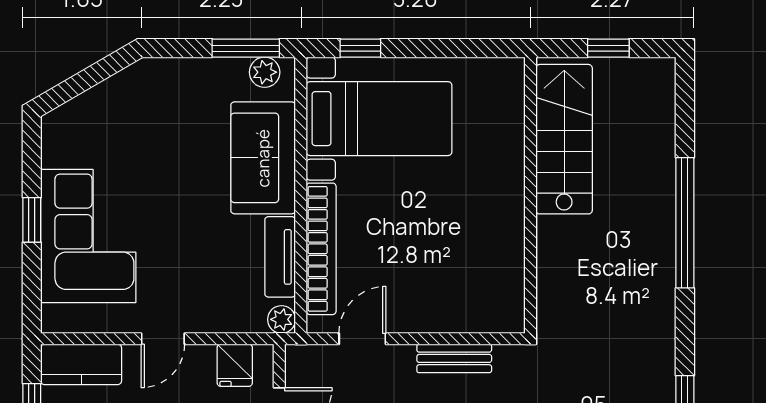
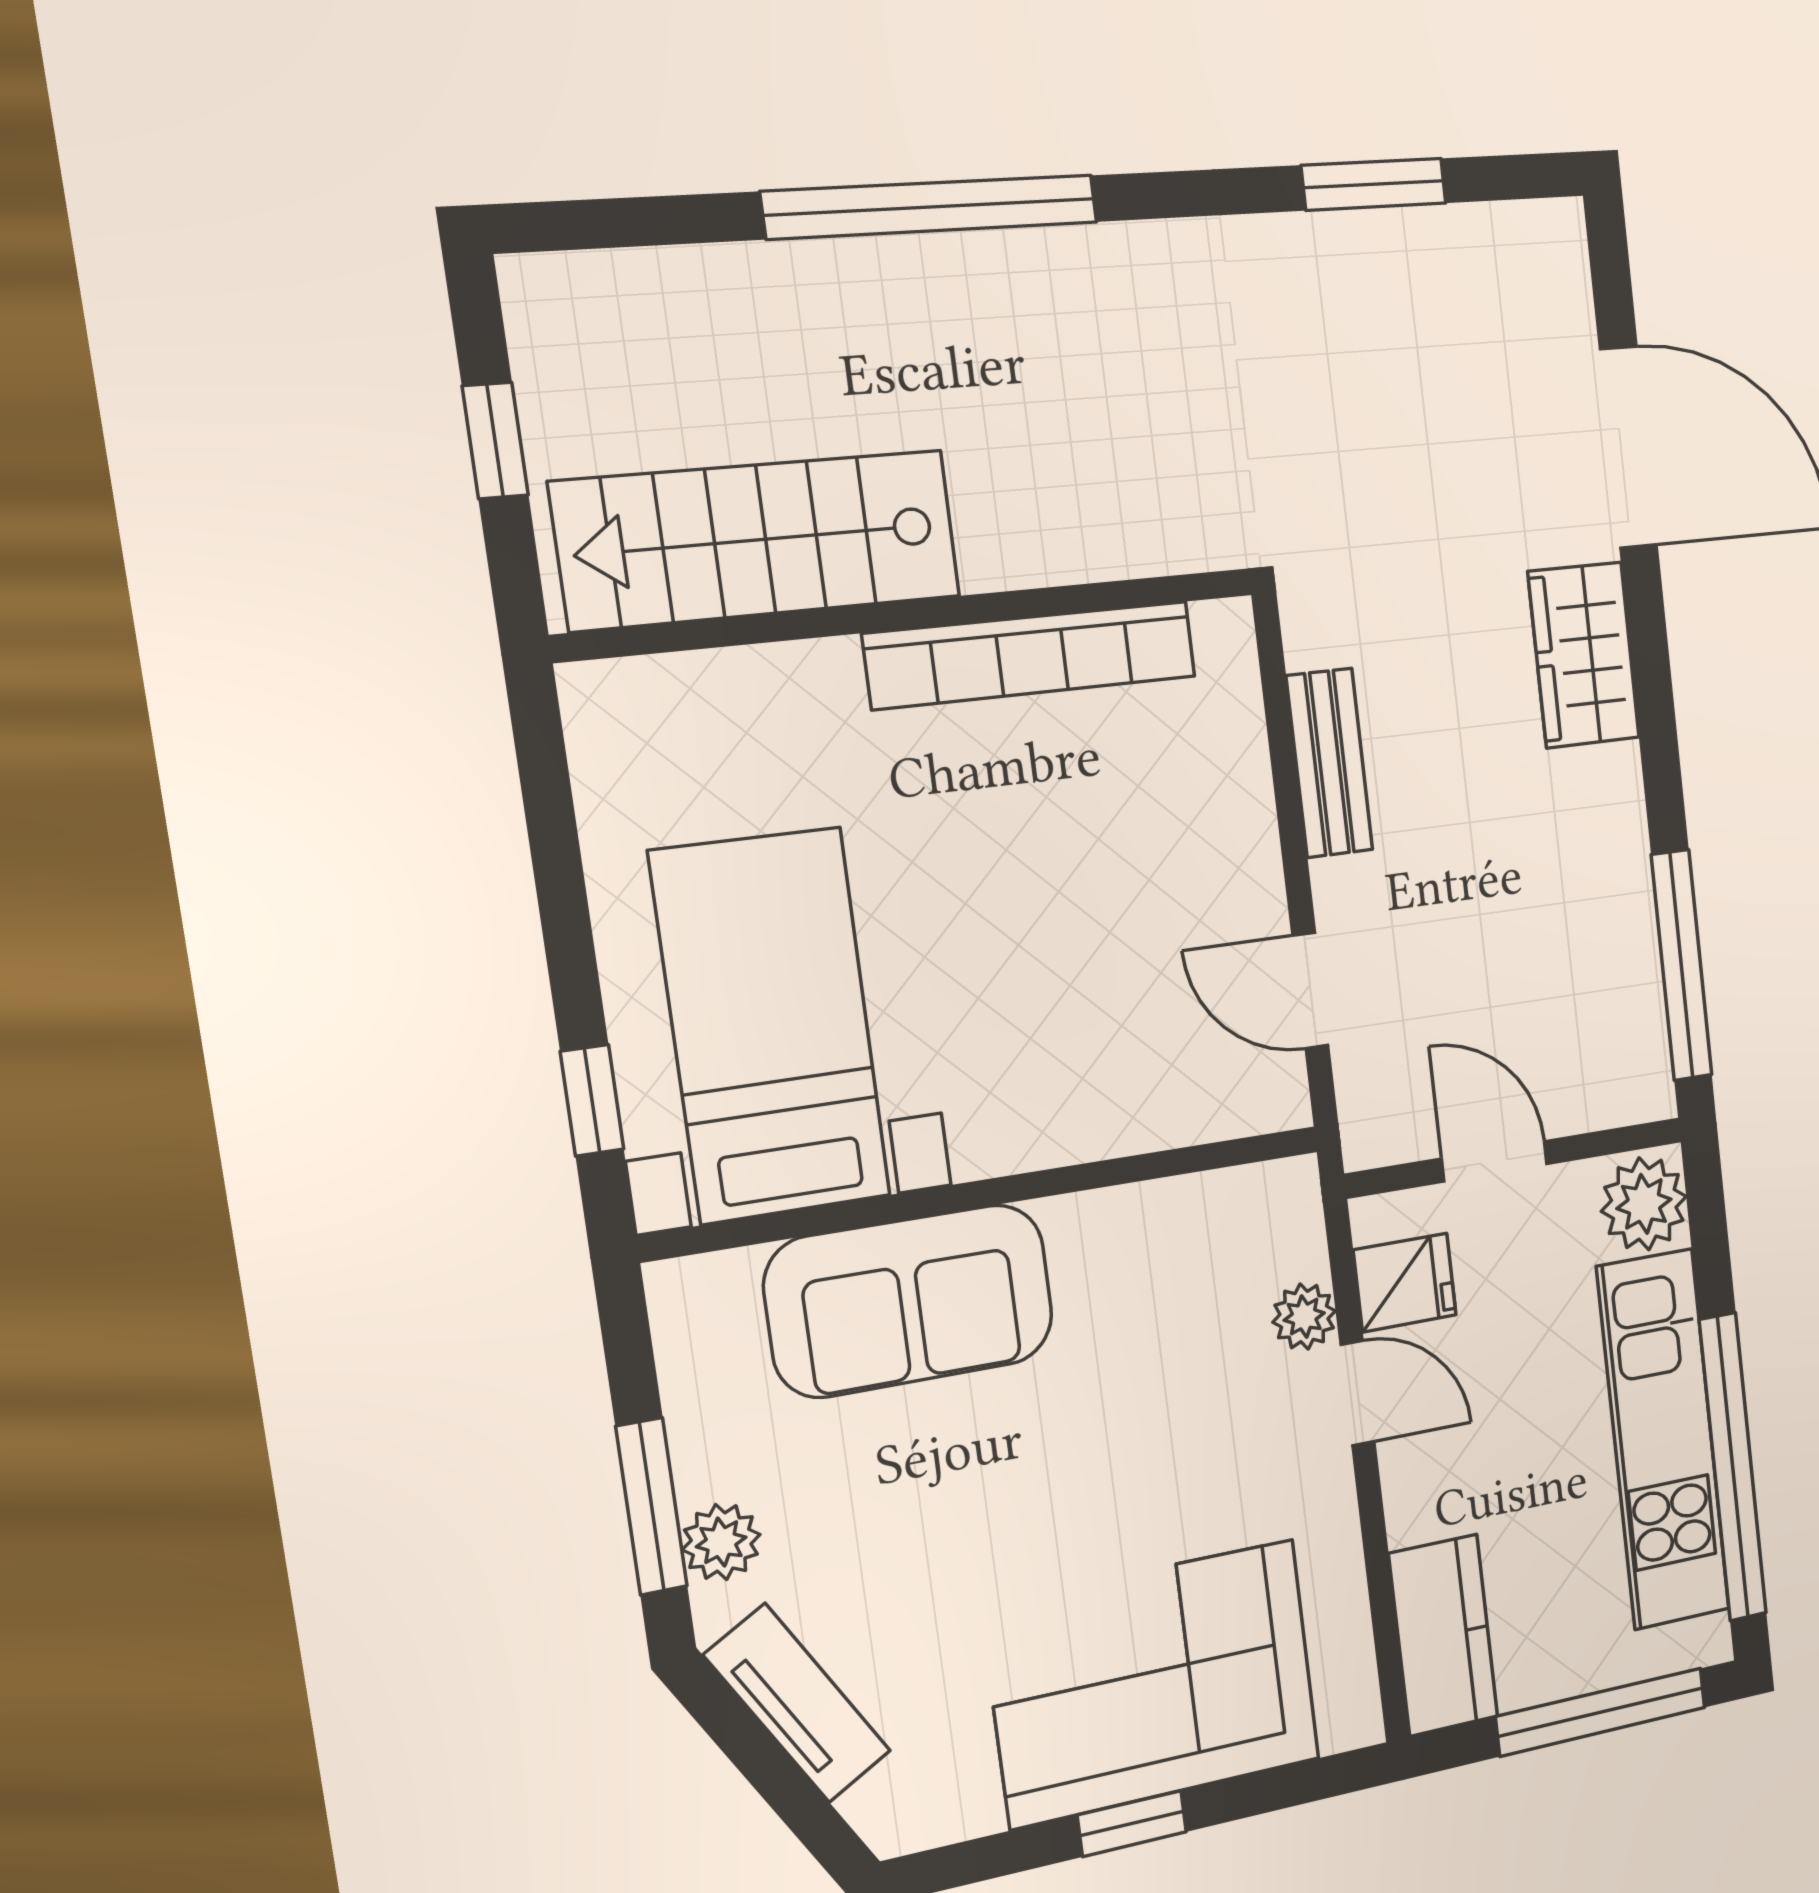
window: (246, 48) -> (651, 1506), moved
plant: (265, 72) -> (721, 1542), moved
bookcase: (321, 249) -> (1031, 655), moved, turned 180
tv unit: (280, 257) -> (797, 1703), moved, turned -120
plant: (282, 319) -> (1304, 1317), moved
door: (163, 339) -> (1358, 1393), moved

